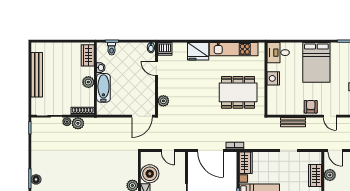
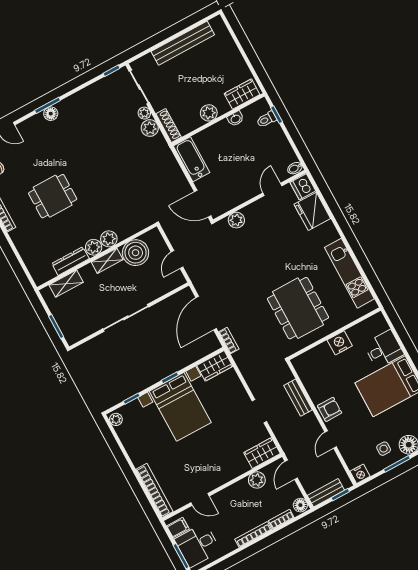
fridge: (198, 51) -> (312, 211), moved
desk: (278, 53) -> (384, 349), moved, turned 90
bathtub: (103, 88) -> (192, 159), moved, turned -90
wardrobe: (315, 175) -> (262, 453), moved

